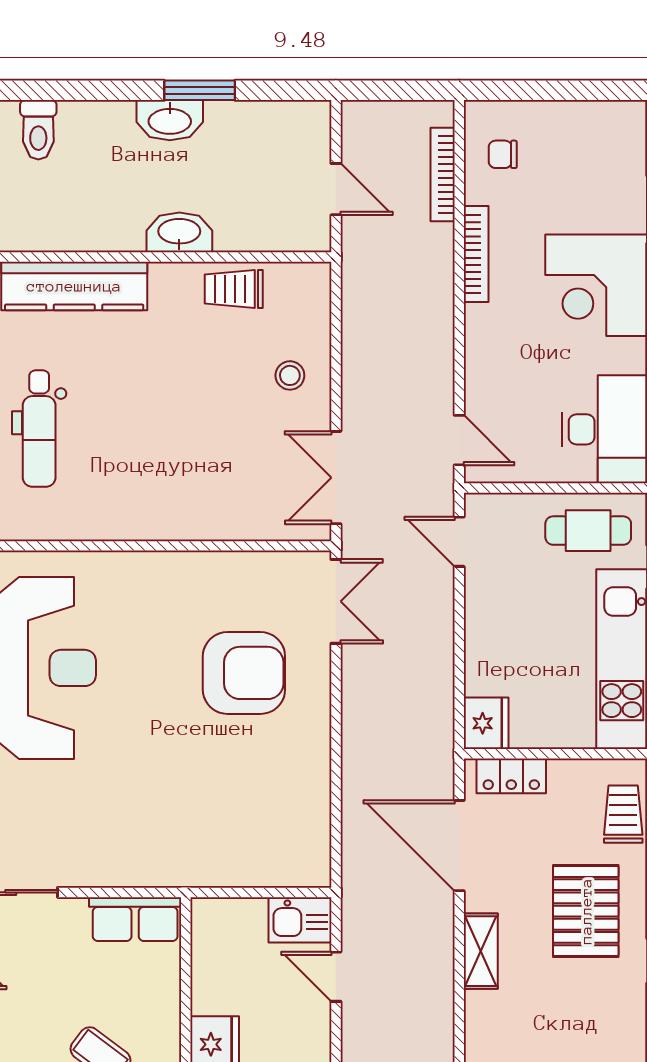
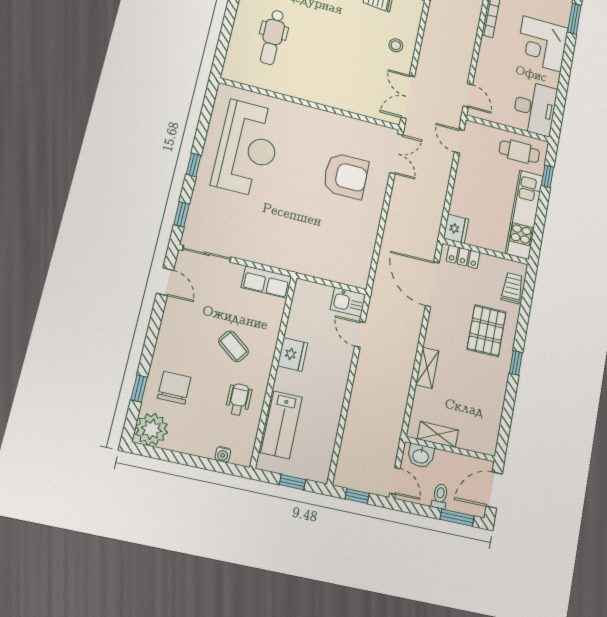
shelving: (481, 951) -> (427, 368), moved

